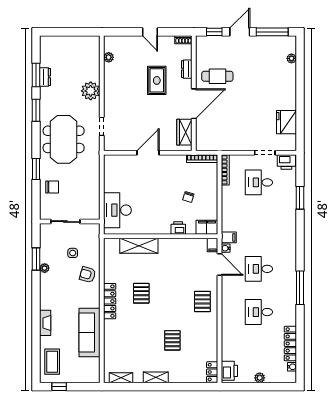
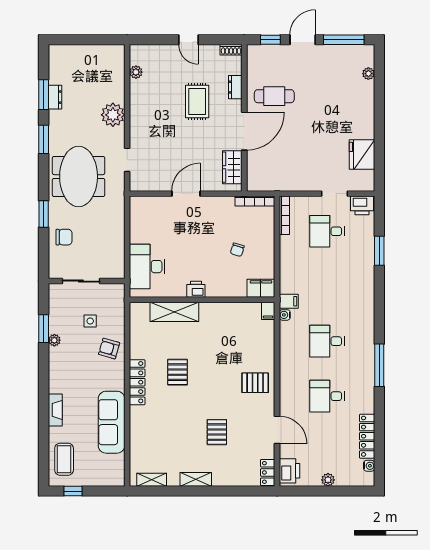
printer: (178, 228) -> (196, 289), moved
door: (220, 264) -> (277, 430), moved
pallet: (202, 301) -> (255, 383), turned 90

